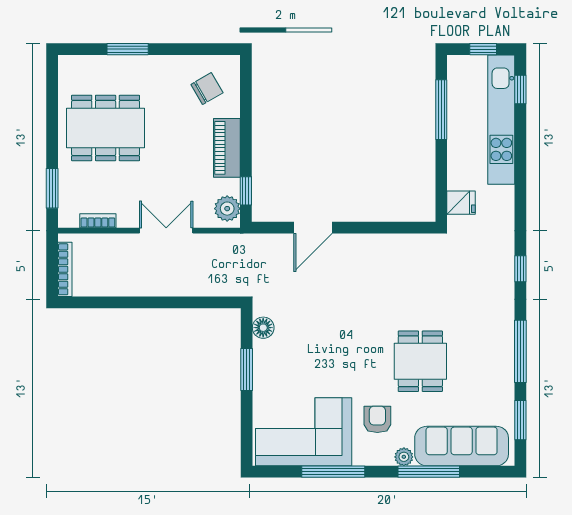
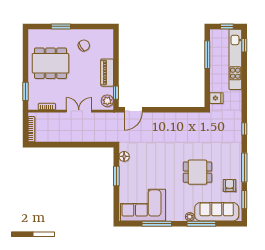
chair: (207, 89) -> (84, 45), moved
door: (313, 228) -> (133, 110), moved
dining table: (420, 361) -> (197, 172), turned 90
armchair: (377, 419) -> (229, 186), moved

